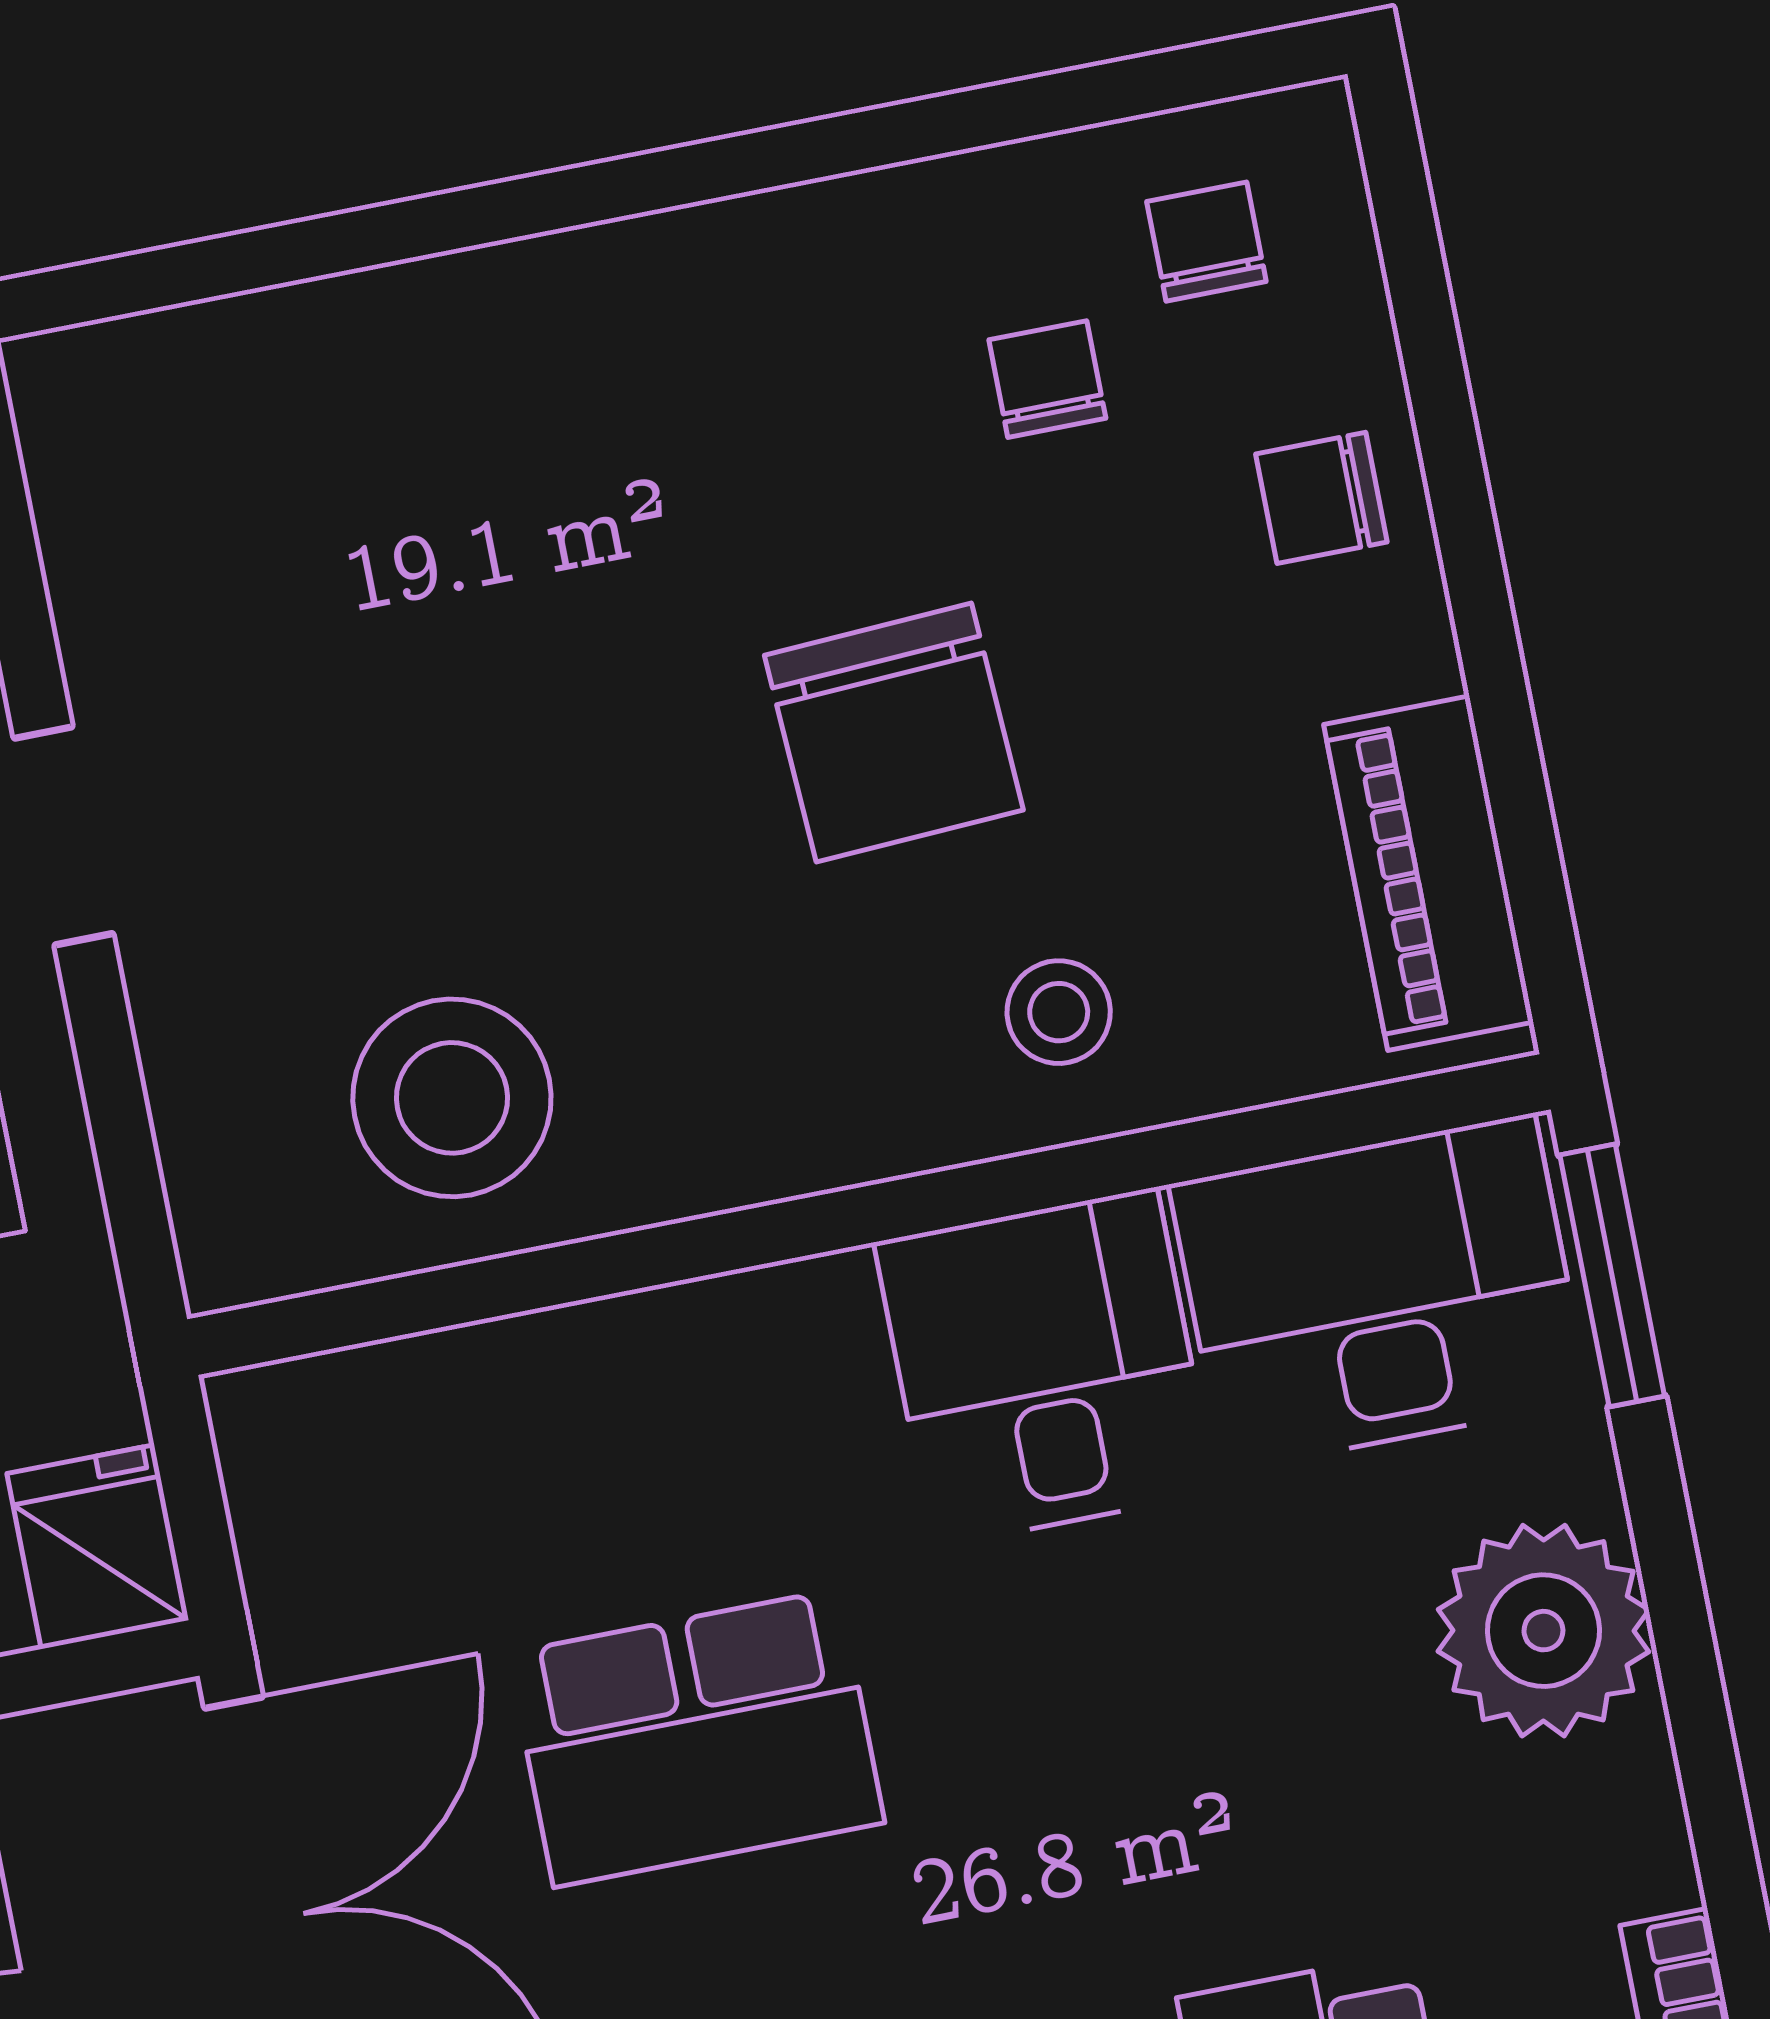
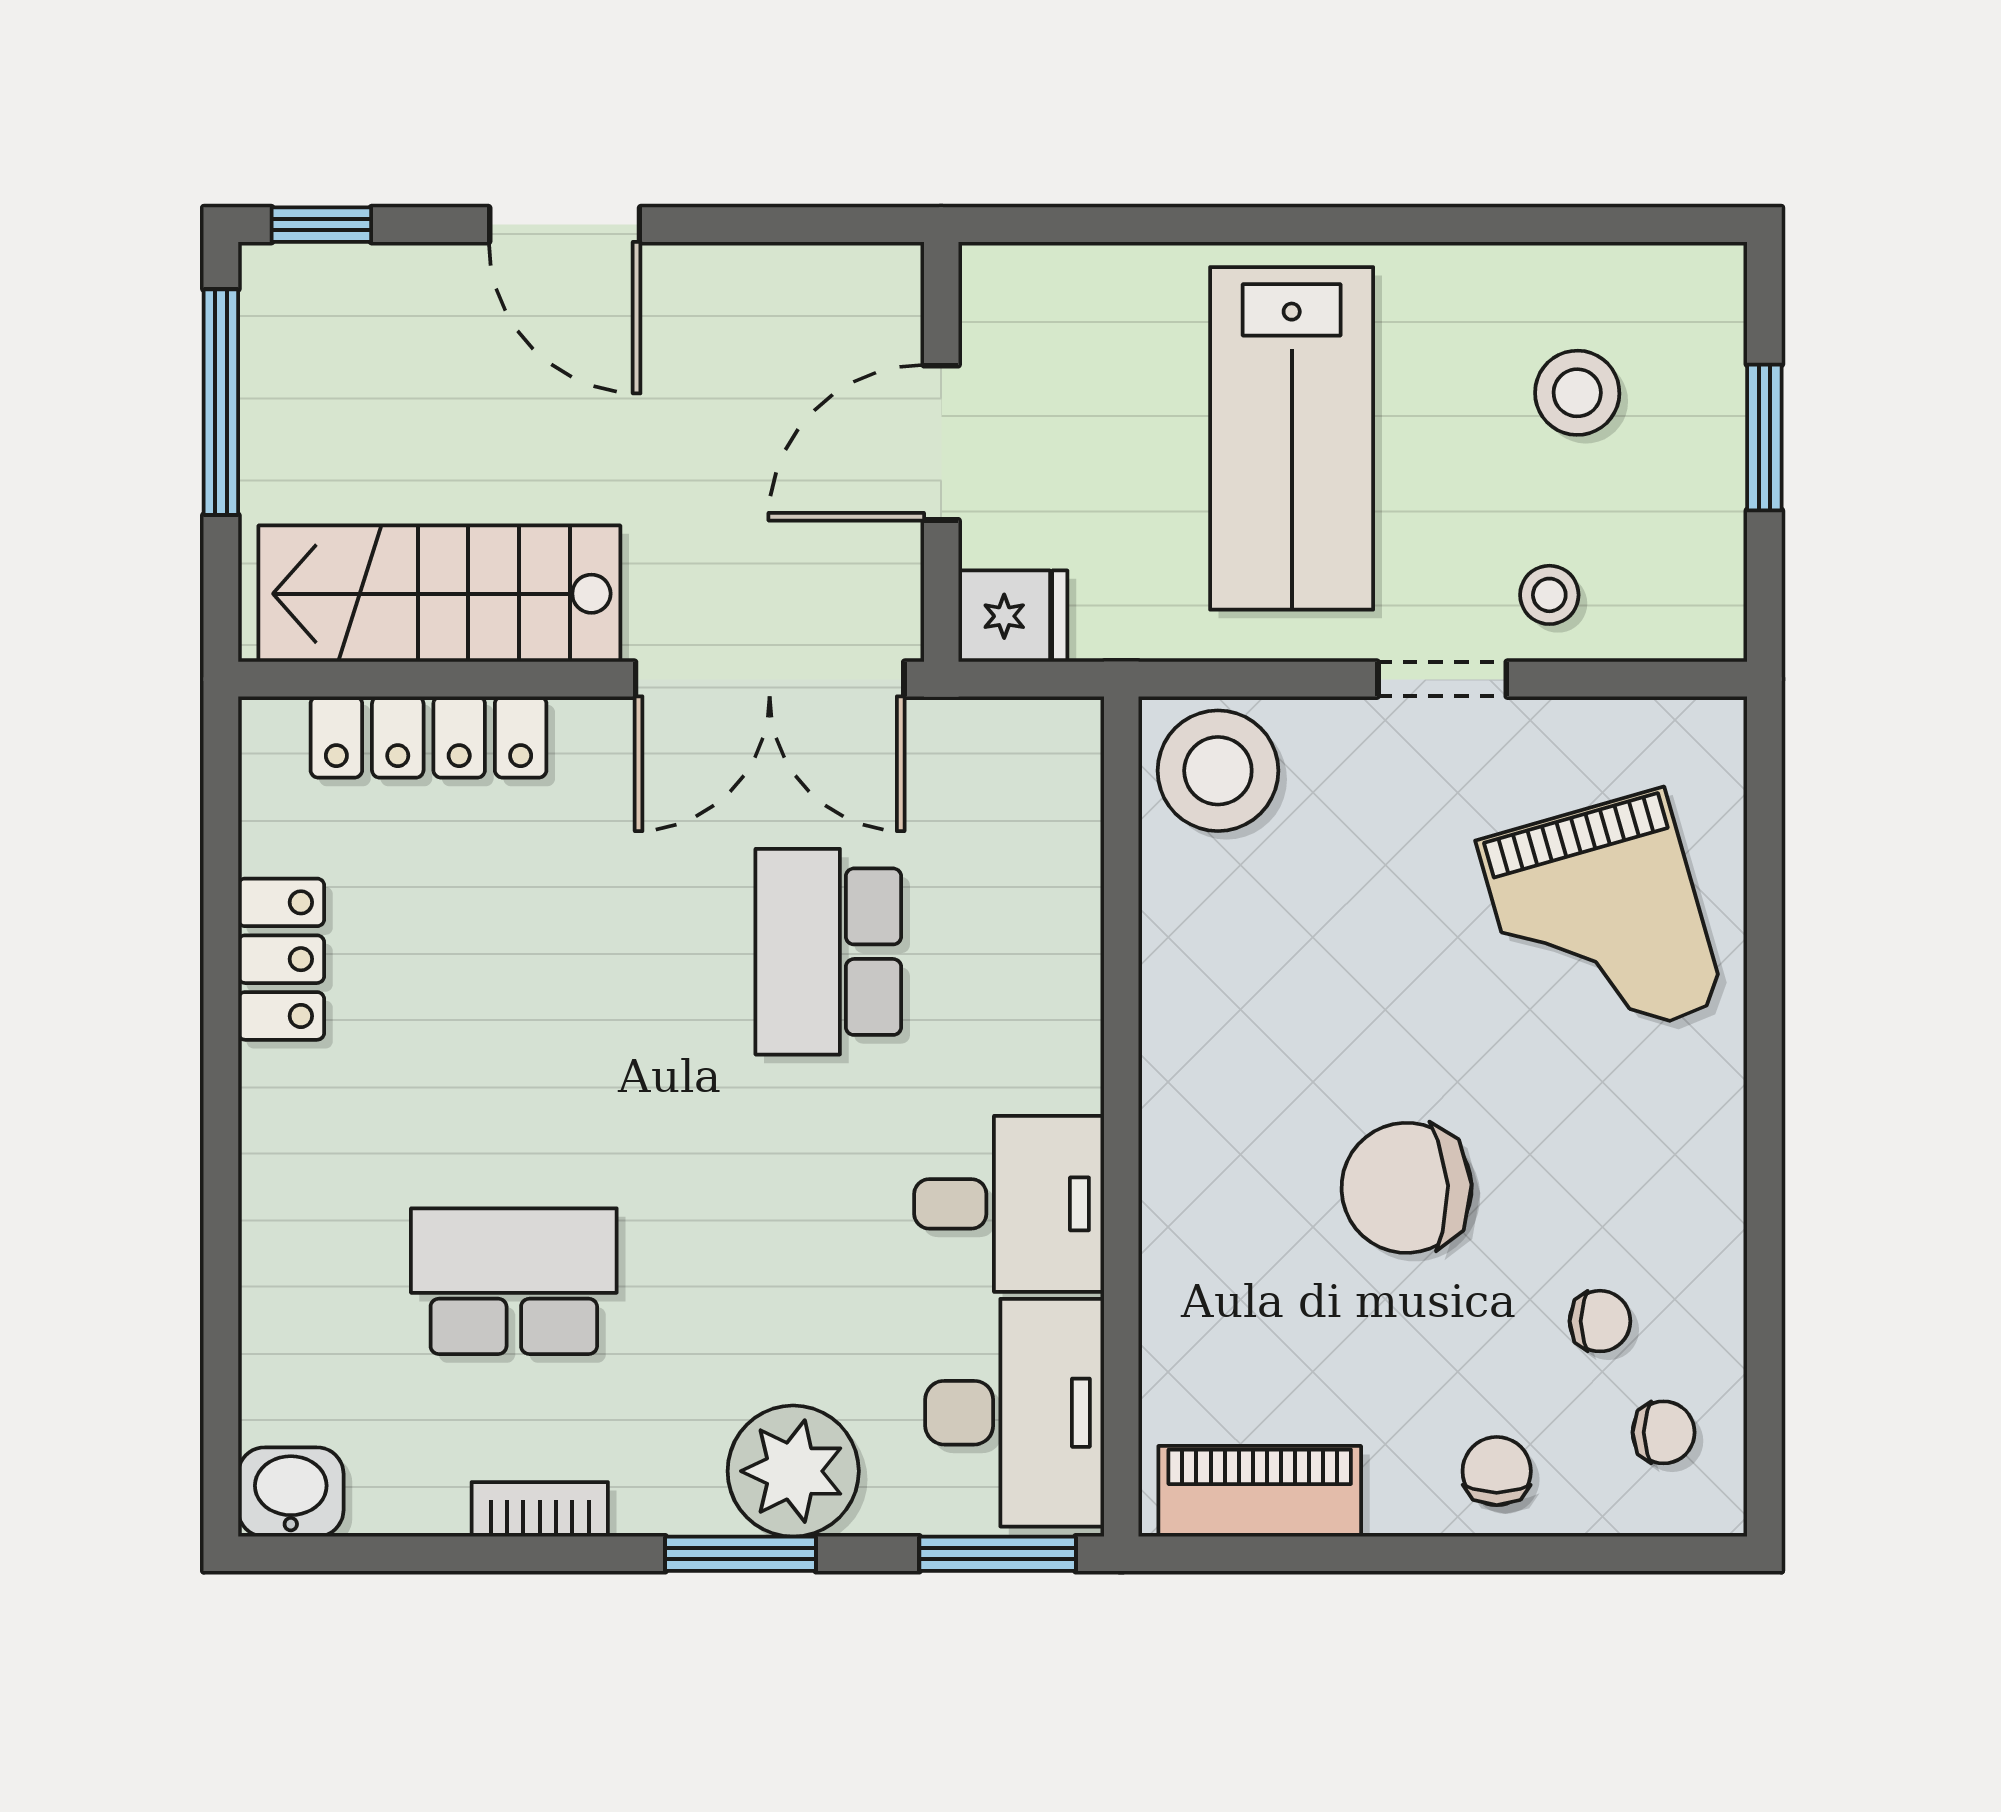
grand piano: (405, 503) -> (1601, 923), added
stool: (1059, 1012) -> (1220, 1254), removed
stool: (452, 1098) -> (1218, 771), moved
window: (1693, 1689) -> (741, 1554), added

